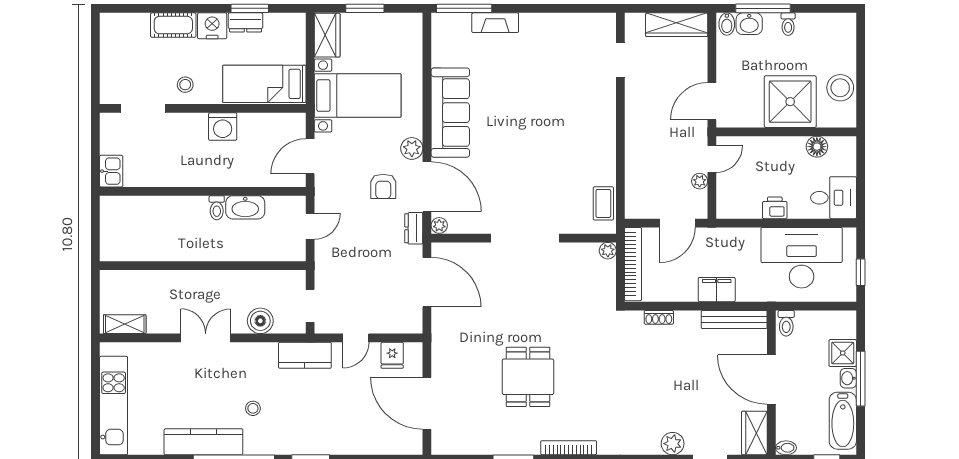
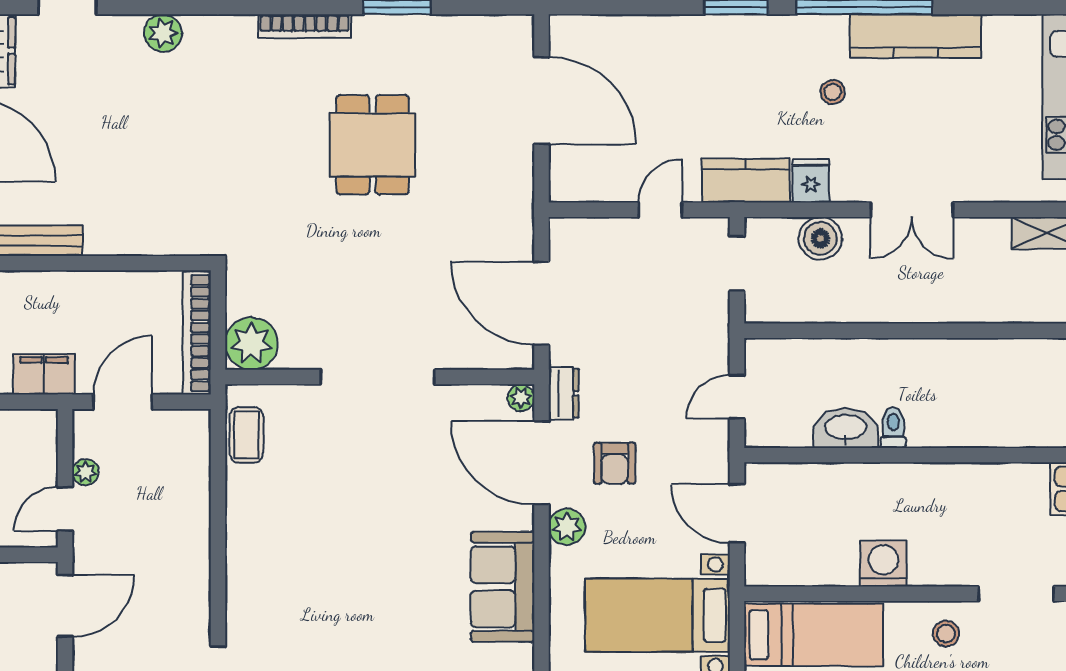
sofa: (450, 113) -> (503, 587), width x0.73
door: (310, 156) -> (737, 514), swing flipped
armchair: (383, 186) -> (615, 463), turned 180
plant: (608, 251) -> (251, 343), width x1.88, depth x1.88
filing cabinet: (717, 290) -> (44, 374), moved, turned 180
shoe rack: (659, 317) -> (154, 244), removed
fridge: (392, 355) -> (811, 181), moved
plant: (673, 444) -> (163, 33), moved

